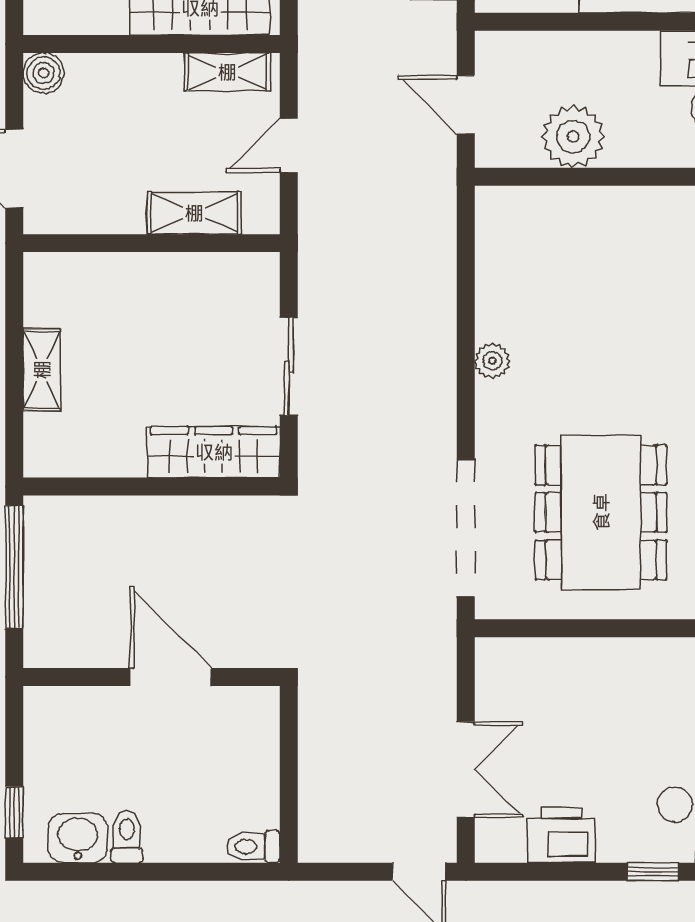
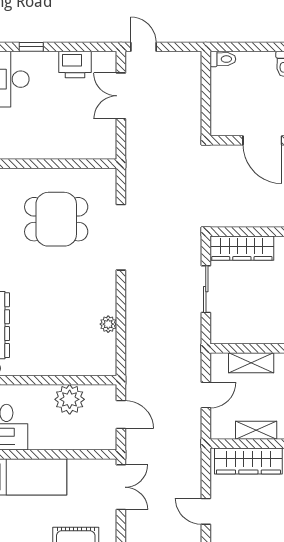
shelving: (227, 72) -> (256, 430), moved
plant: (492, 361) -> (108, 324), moved
dining table: (601, 512) -> (56, 219), width x0.73
doorway: (466, 528) -> (121, 237), moved

